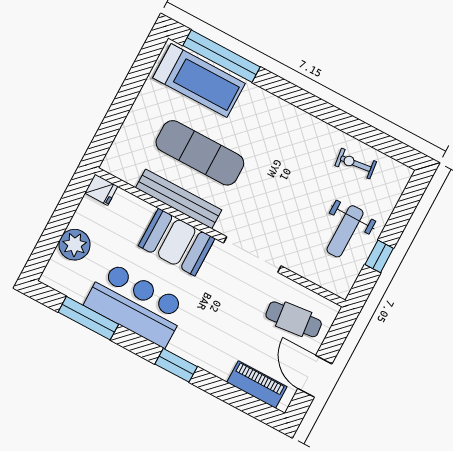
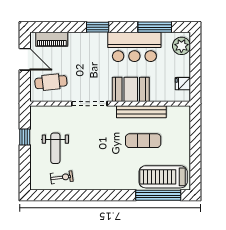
exercise mat: (200, 153) -> (143, 141), width x0.73, depth x0.69
fridge: (101, 190) -> (183, 84), moved
weight bench: (345, 231) -> (55, 148), moved, turned 180
plant: (75, 245) -> (181, 46), moved

